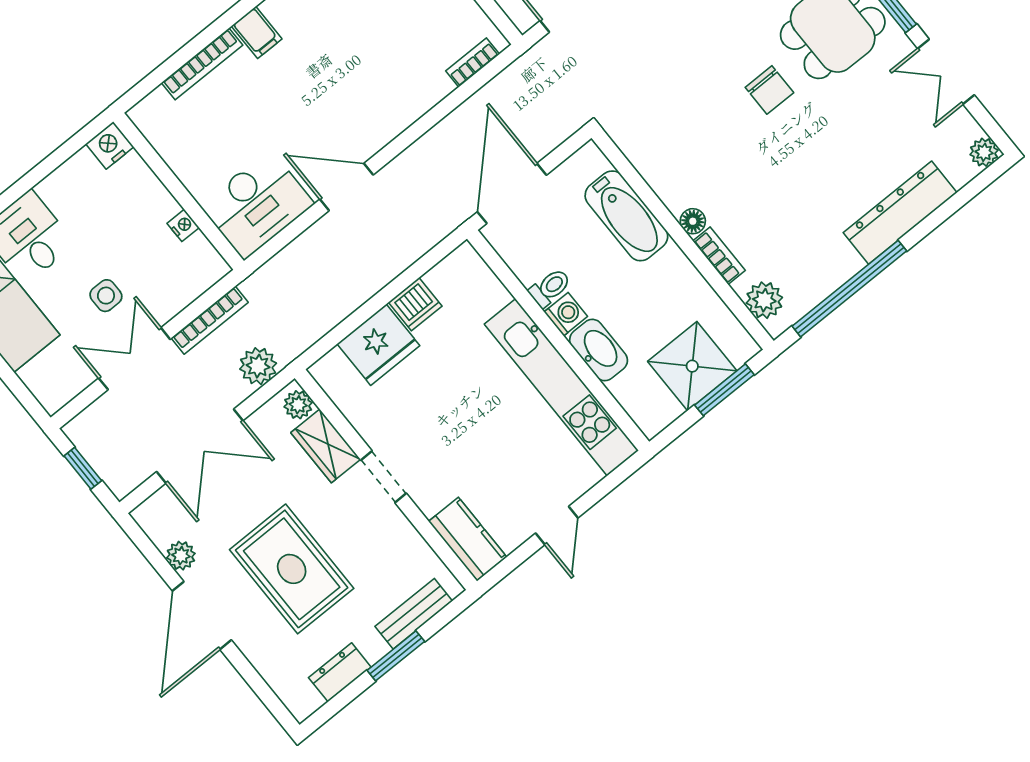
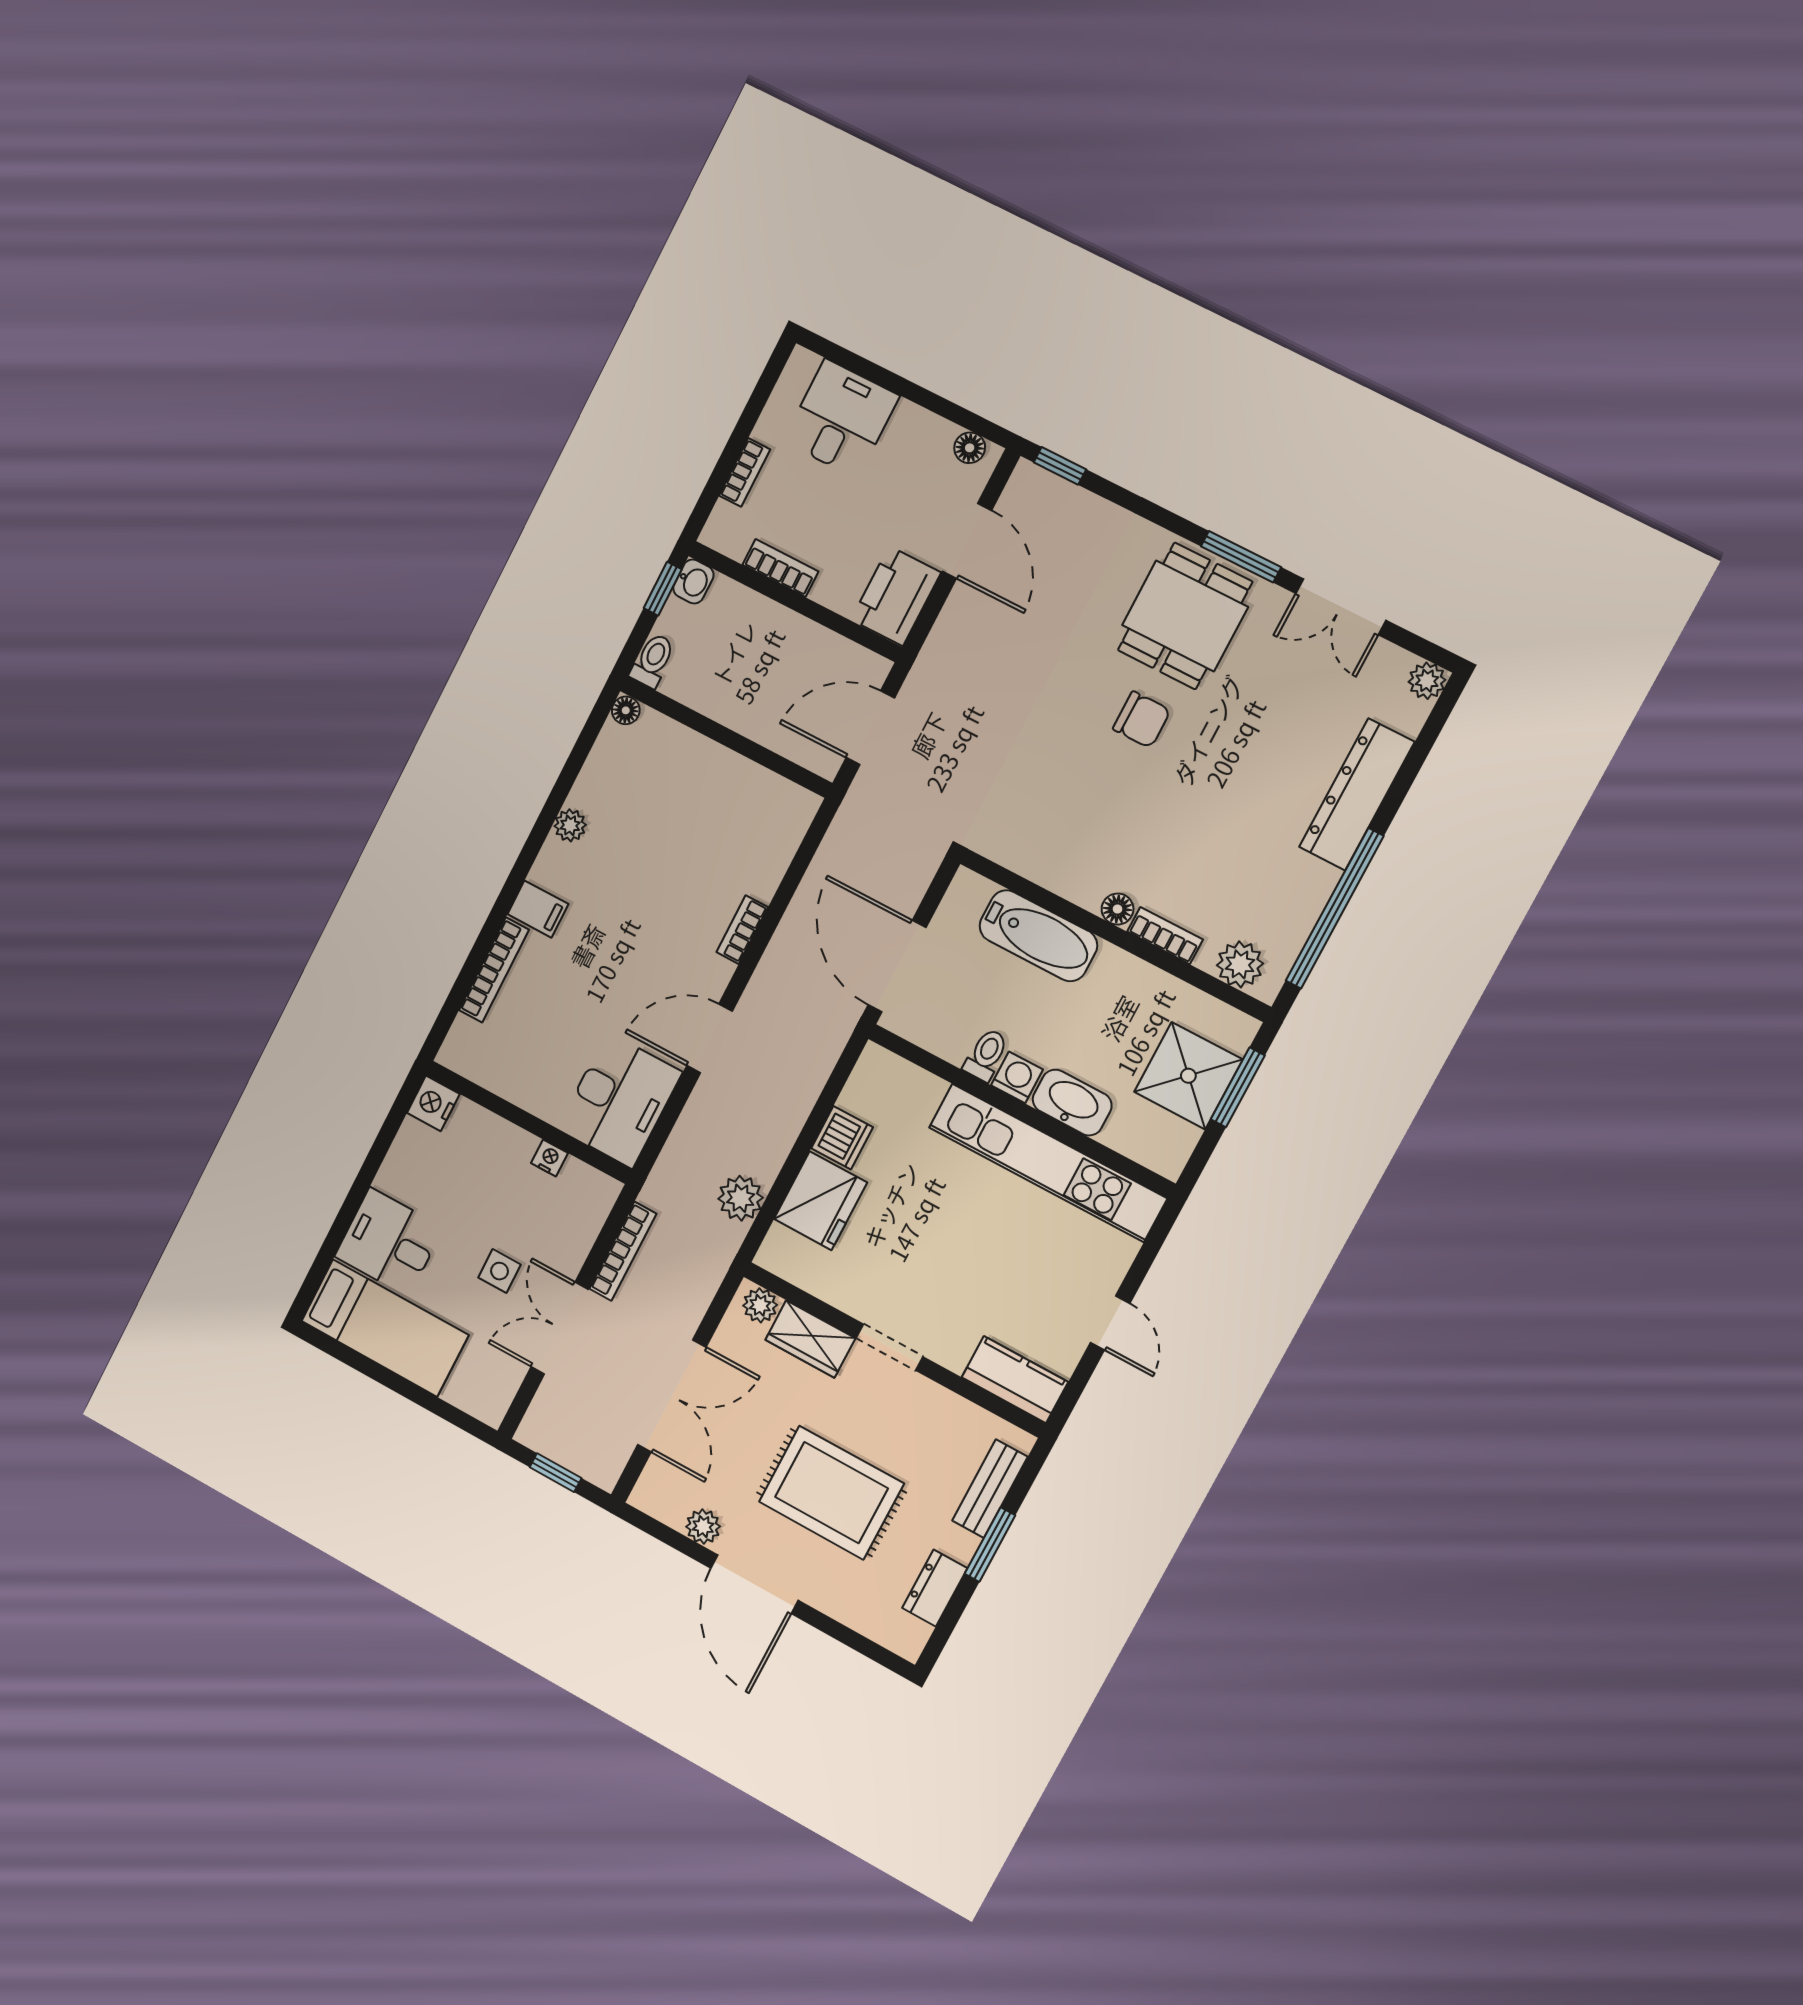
bookcase: (473, 63) -> (742, 930), moved
plant: (258, 366) -> (741, 1198), moved

